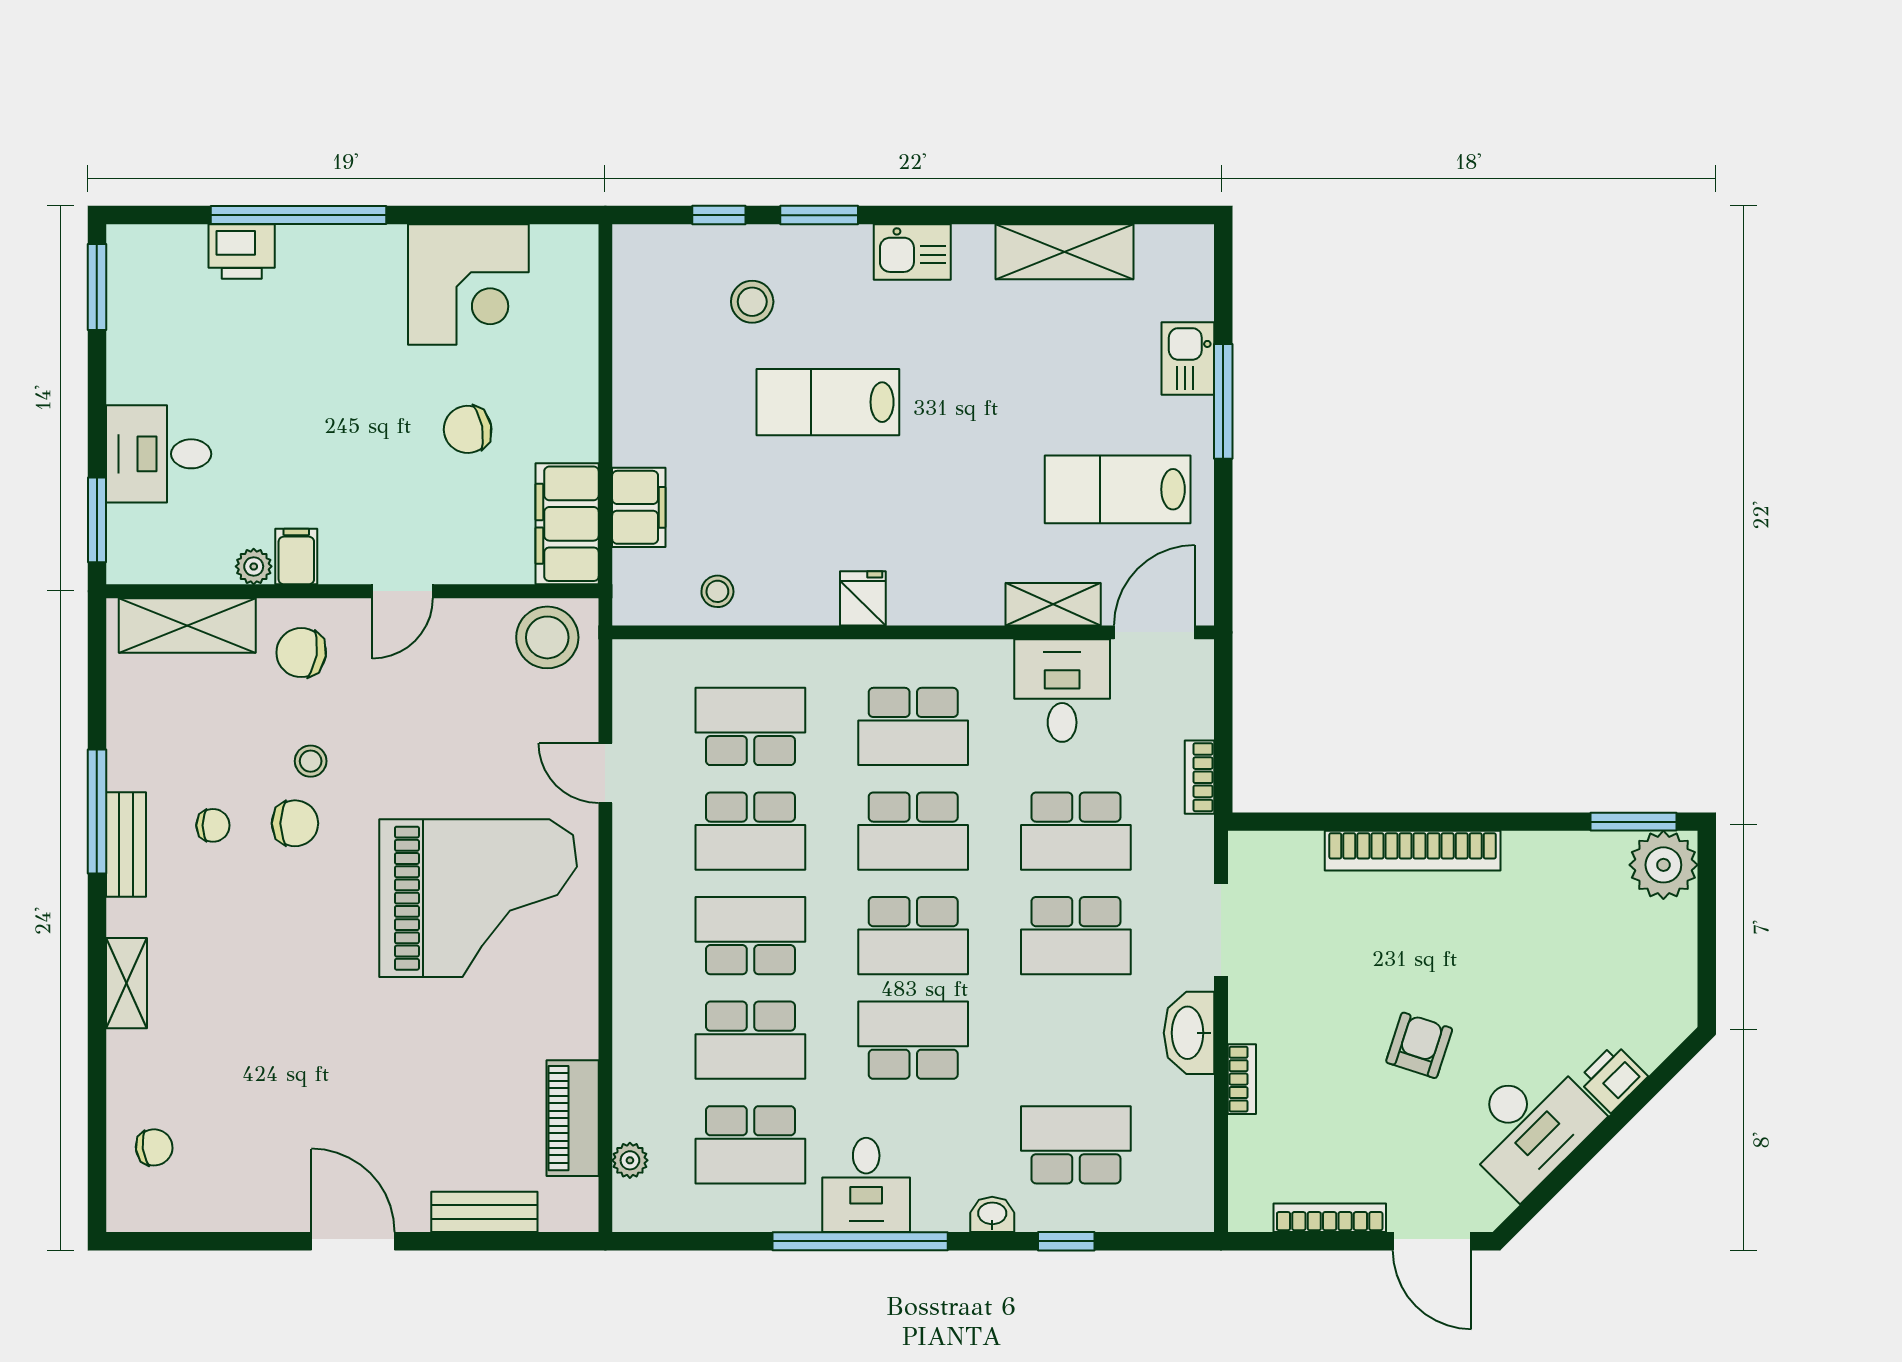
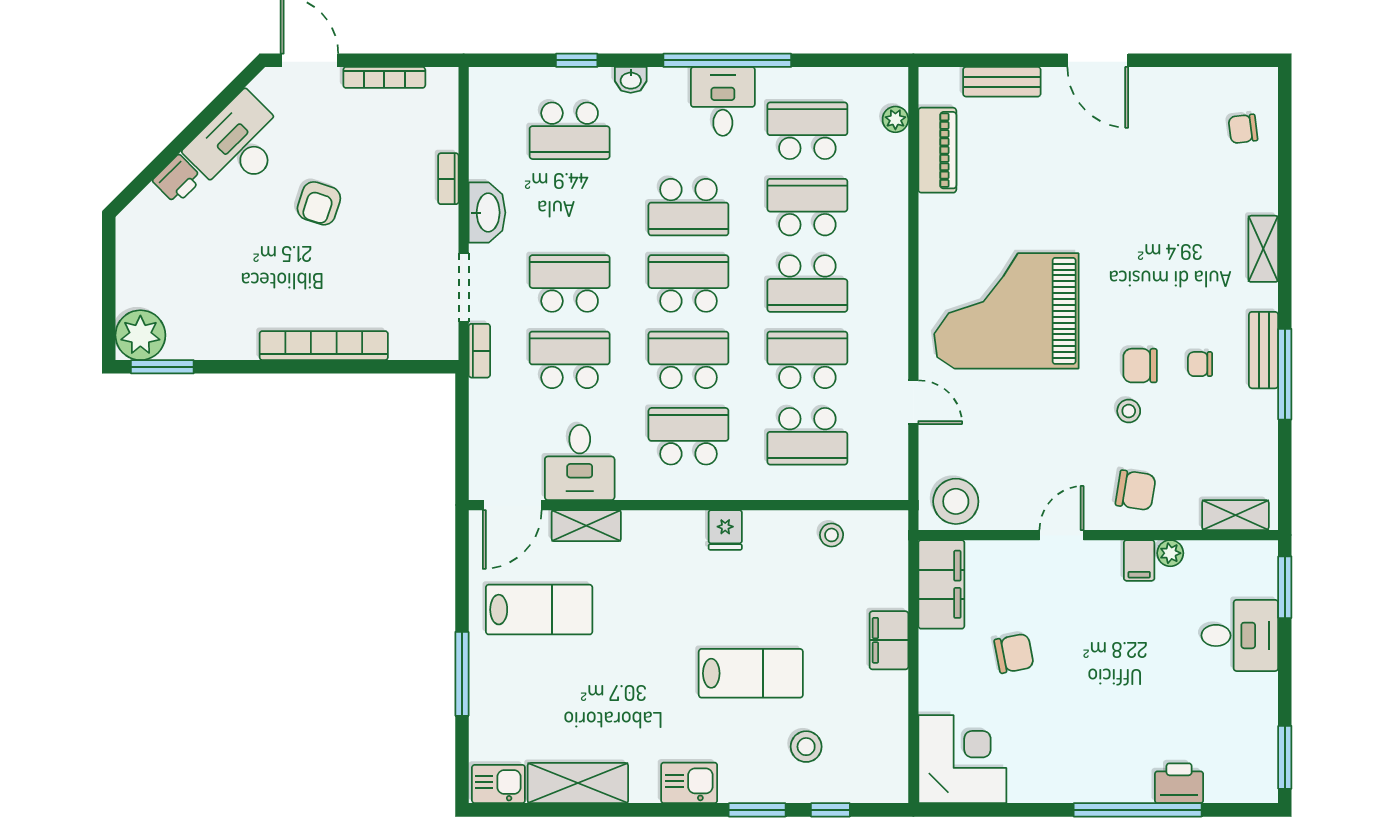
corner desk: (468, 285) -> (962, 759), moved, turned 90
kitchen sink: (1188, 358) -> (498, 784), moved, turned -90
filing cabinet: (639, 507) -> (889, 640), moved
shelving: (187, 626) -> (1235, 515), width x0.67, depth x0.75
bookcase: (1199, 777) -> (479, 351), moved

